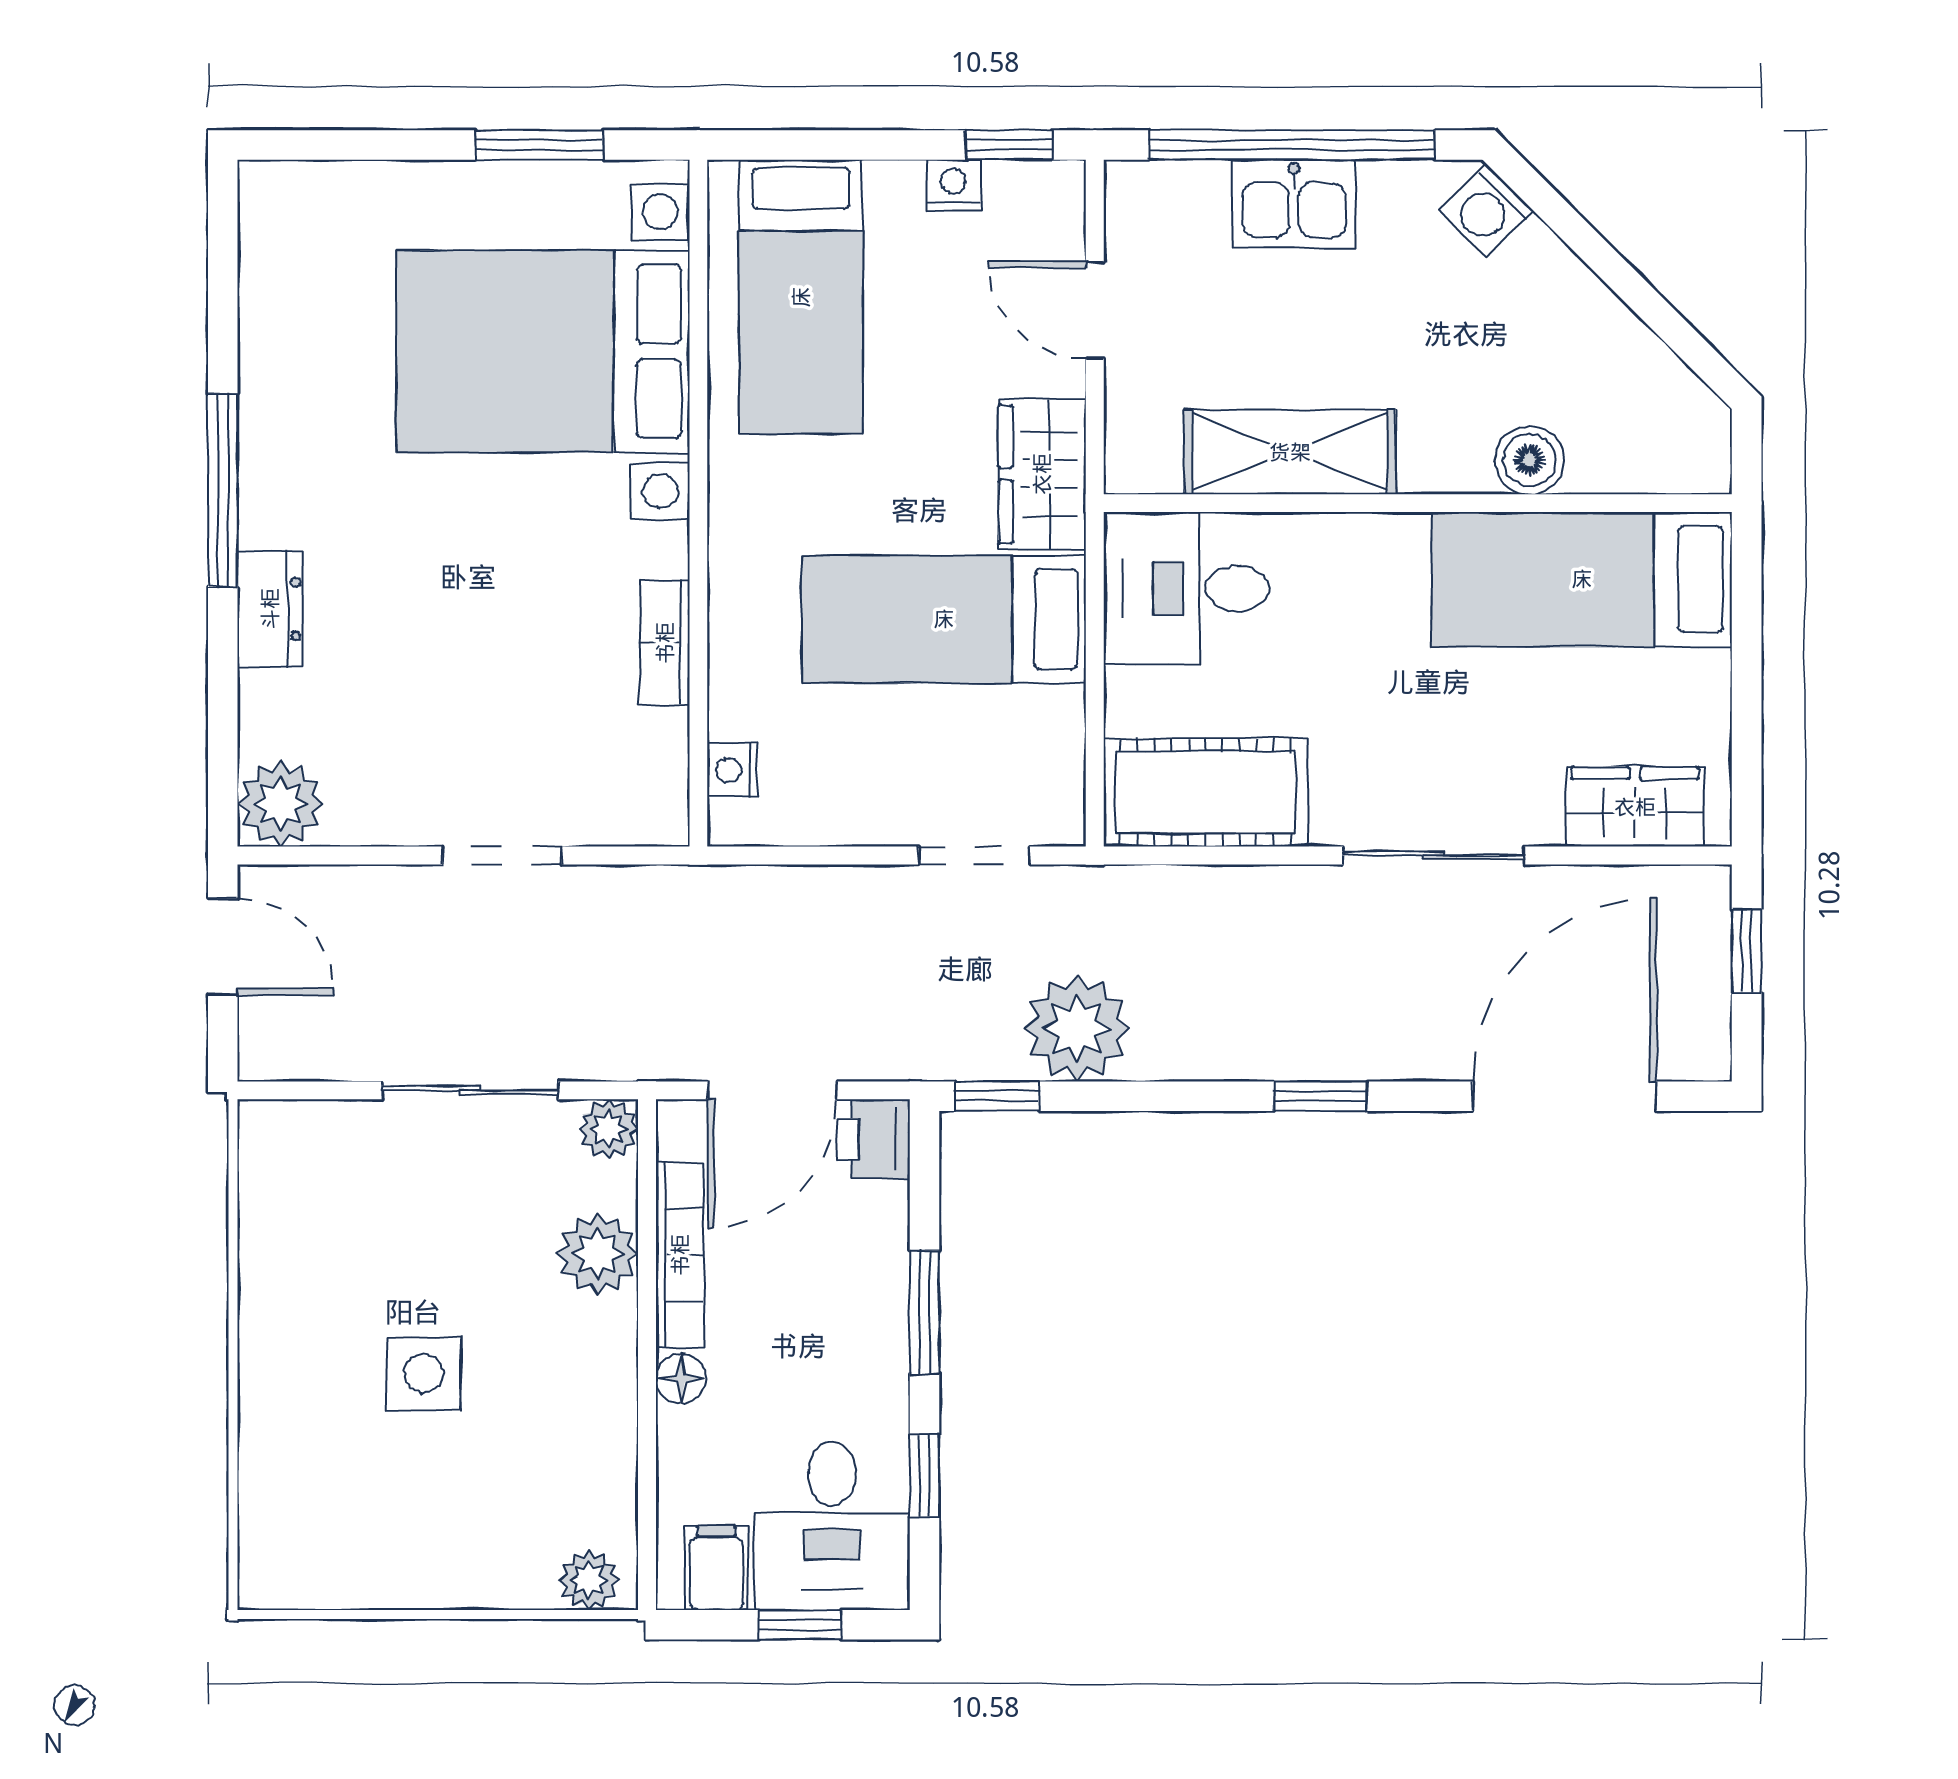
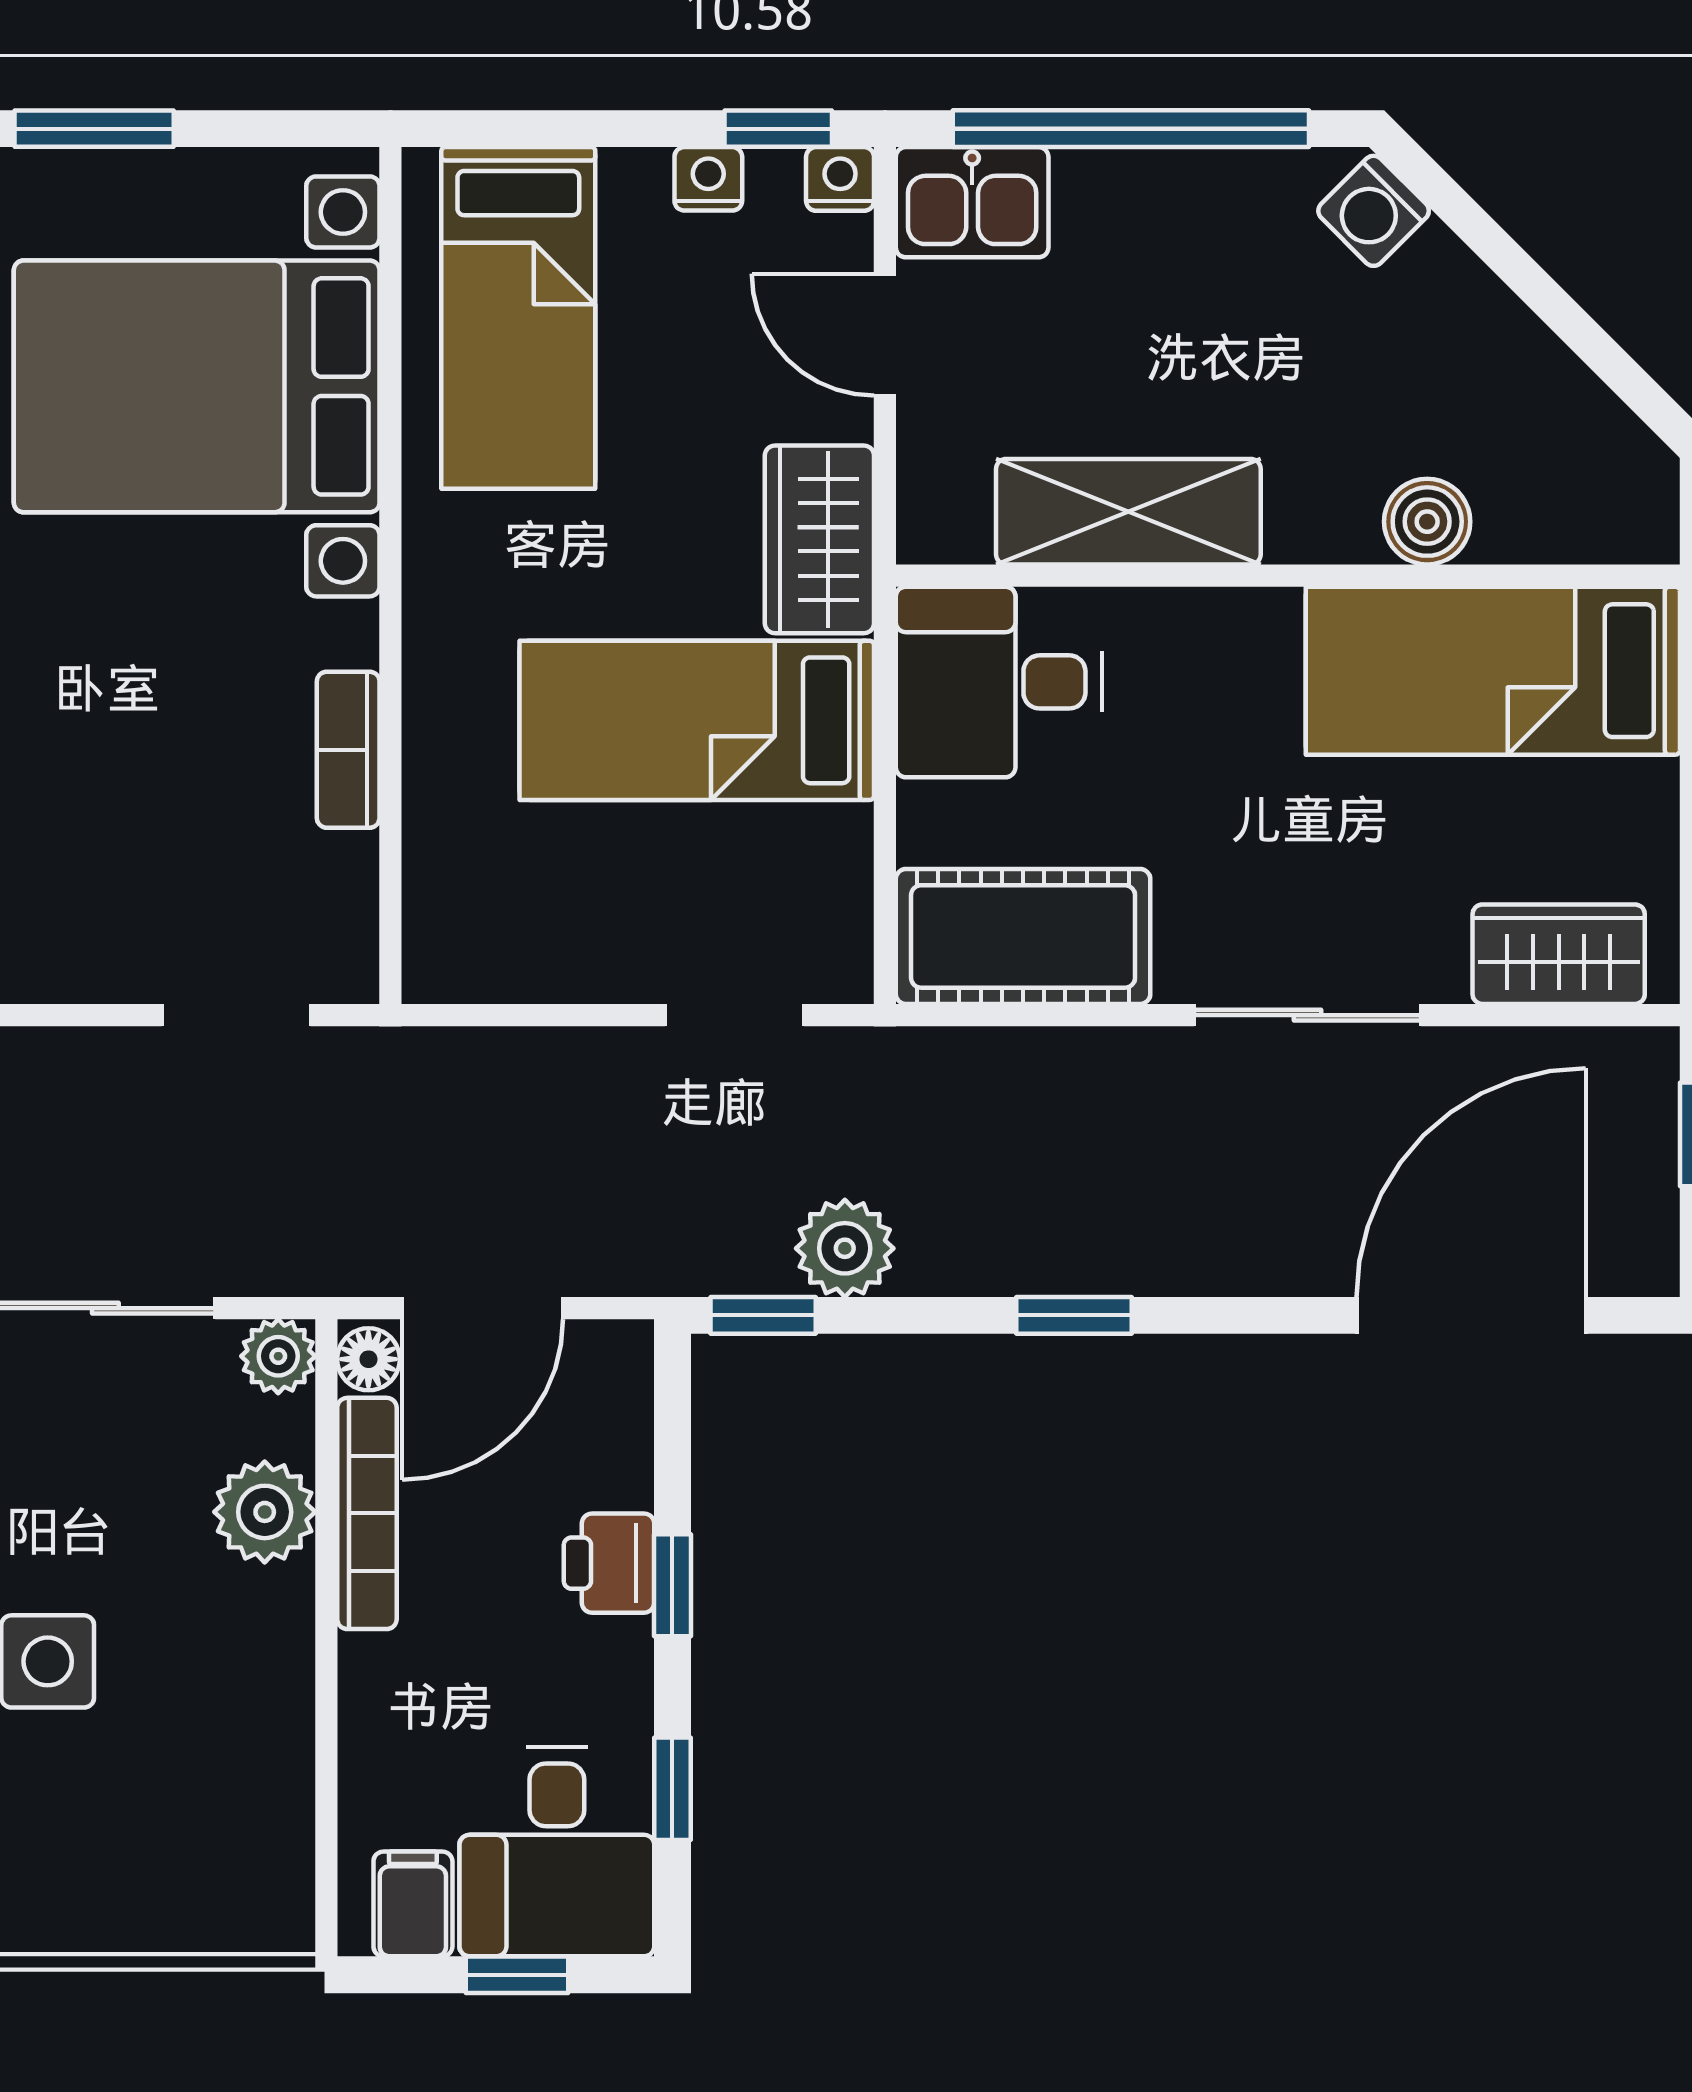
window: (539, 145) -> (94, 129), moved
kitchen sink: (1294, 204) -> (972, 202), moved
nightstand: (733, 770) -> (840, 179), moved, turned 90
doorway: (502, 855) -> (236, 1015), moved
plant: (1077, 1028) -> (845, 1248), width x0.73, depth x0.73
window: (1320, 1096) -> (1074, 1315), moved
printer: (874, 1139) -> (609, 1563), moved
window: (924, 1312) -> (672, 1585), width x0.67
floor lamp: (681, 1379) -> (368, 1359), moved
plant: (589, 1580) -> (254, 1919), removed

